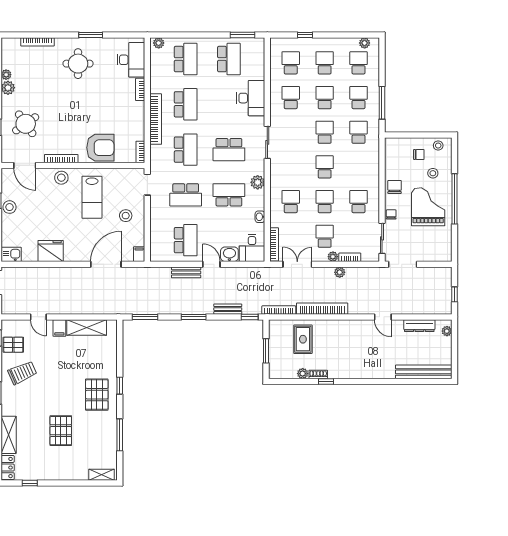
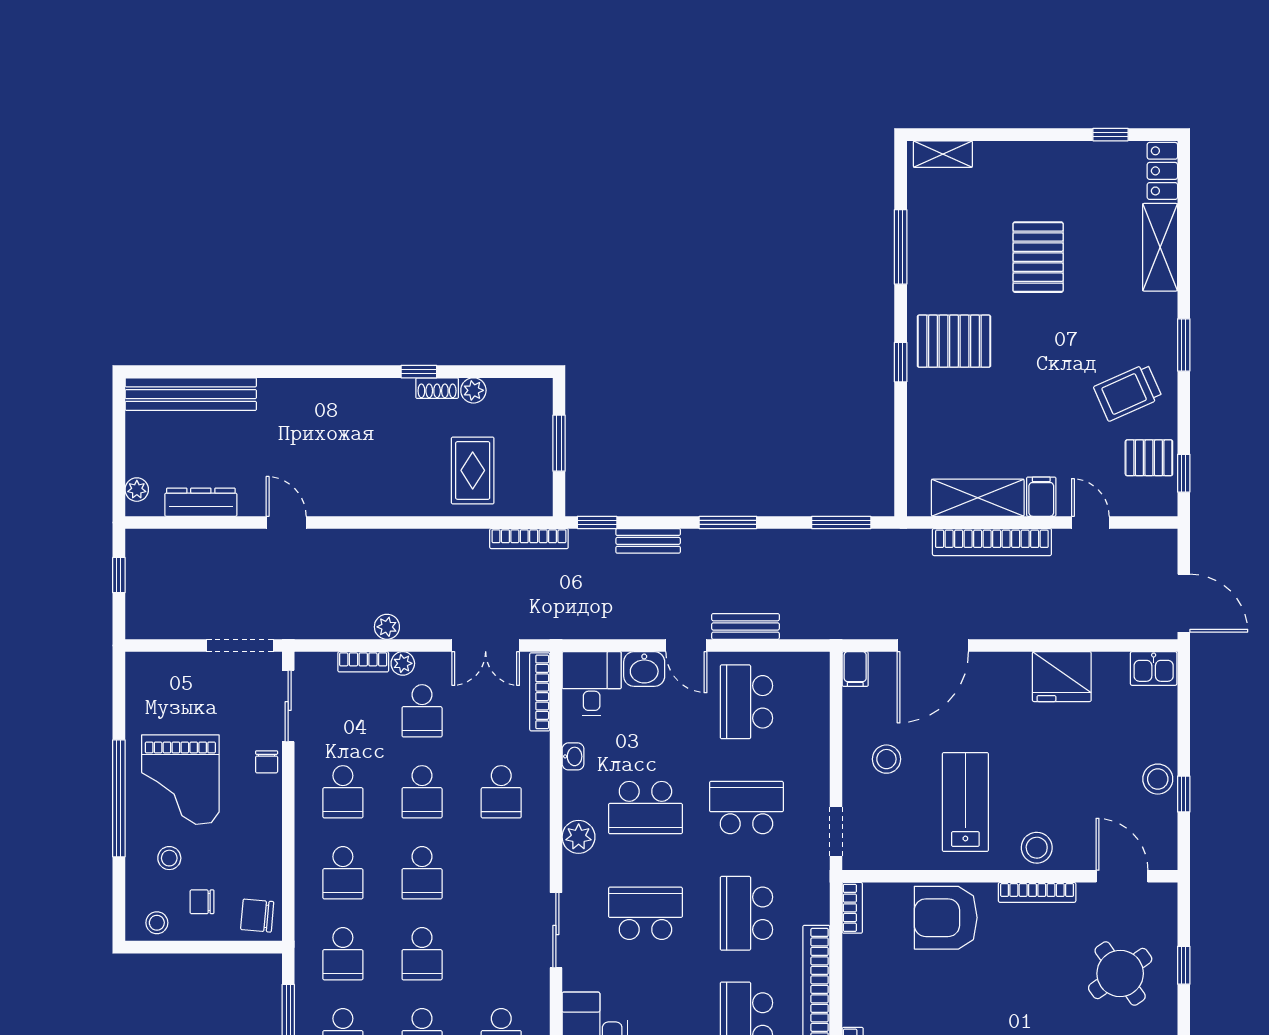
school desk: (359, 167) -> (343, 873), added
chair: (395, 187) -> (257, 916), moved, turned 95
bookcase: (322, 309) -> (992, 542), moved
pallet: (97, 395) -> (954, 341), turned 90

